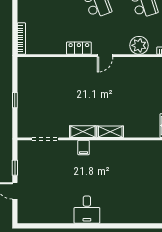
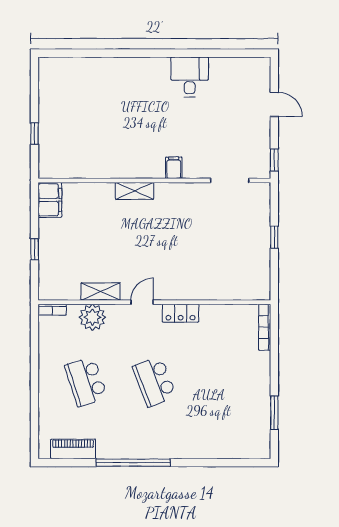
shelving: (83, 132) -> (101, 292), moved
window: (15, 168) -> (274, 160), moved
desk: (87, 210) -> (190, 77), moved

